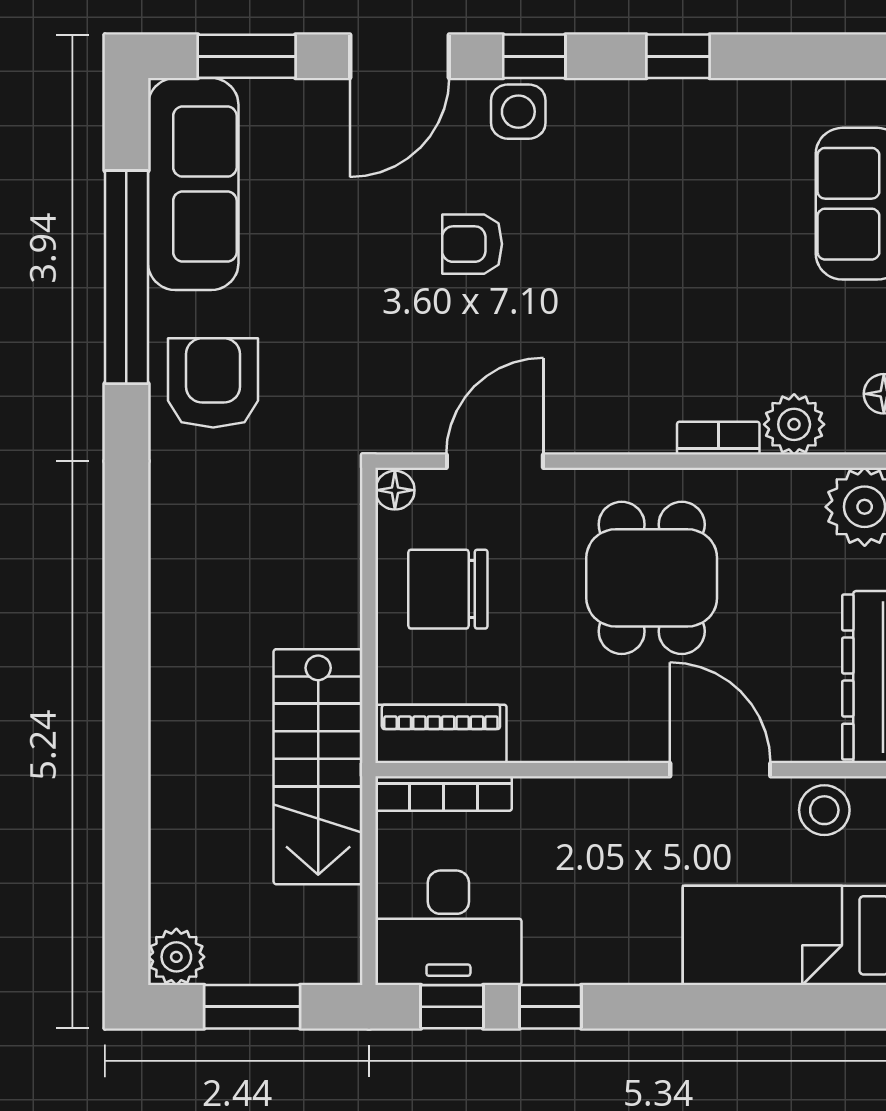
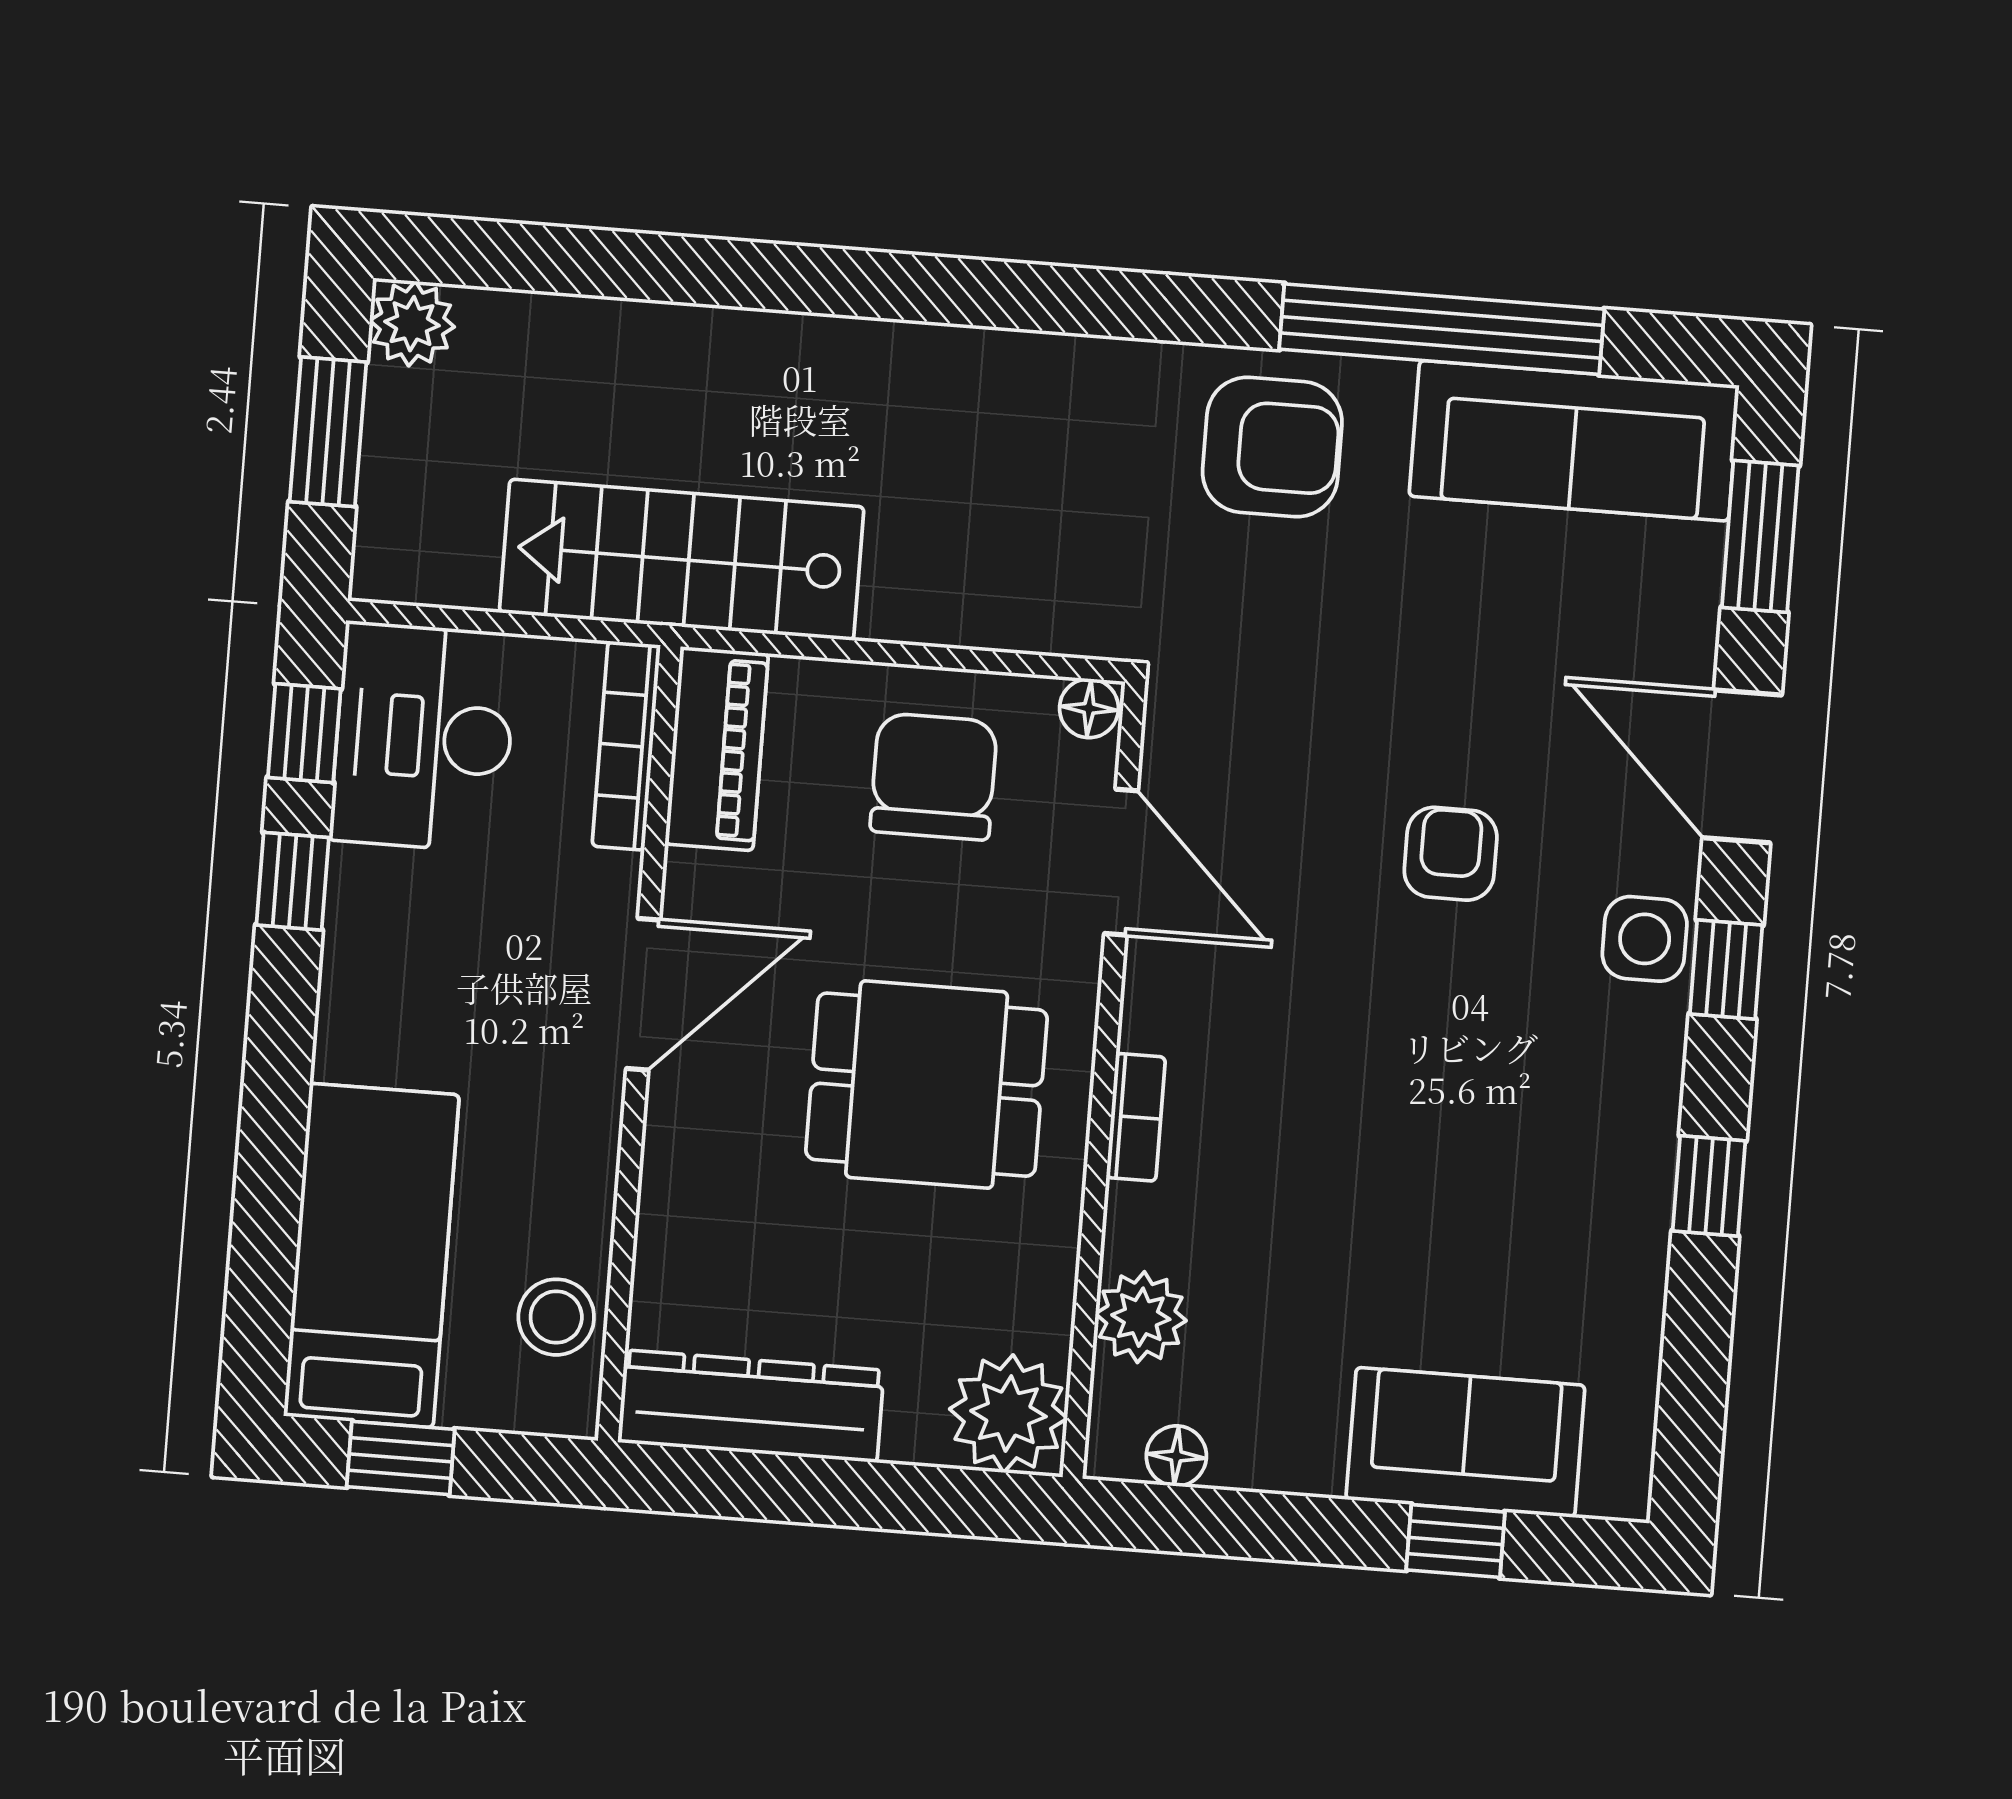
bookcase: (718, 438) -> (1136, 1117), moved
door: (720, 770) -> (643, 994), moved

